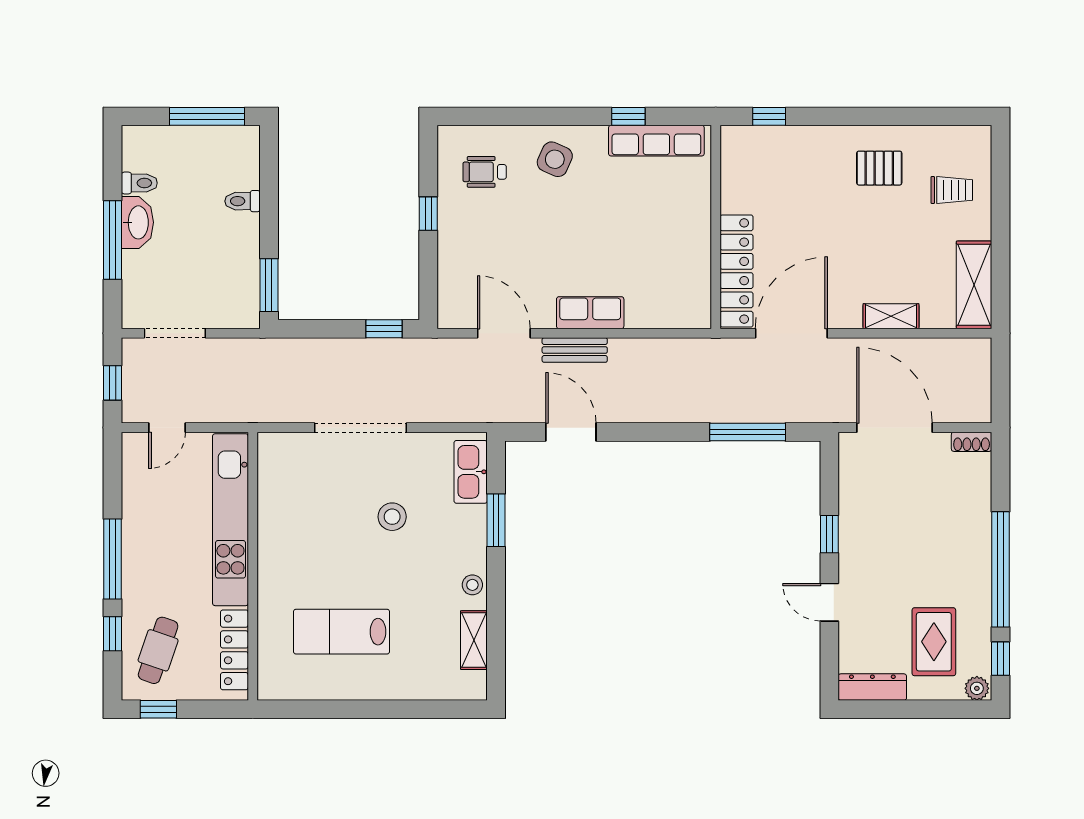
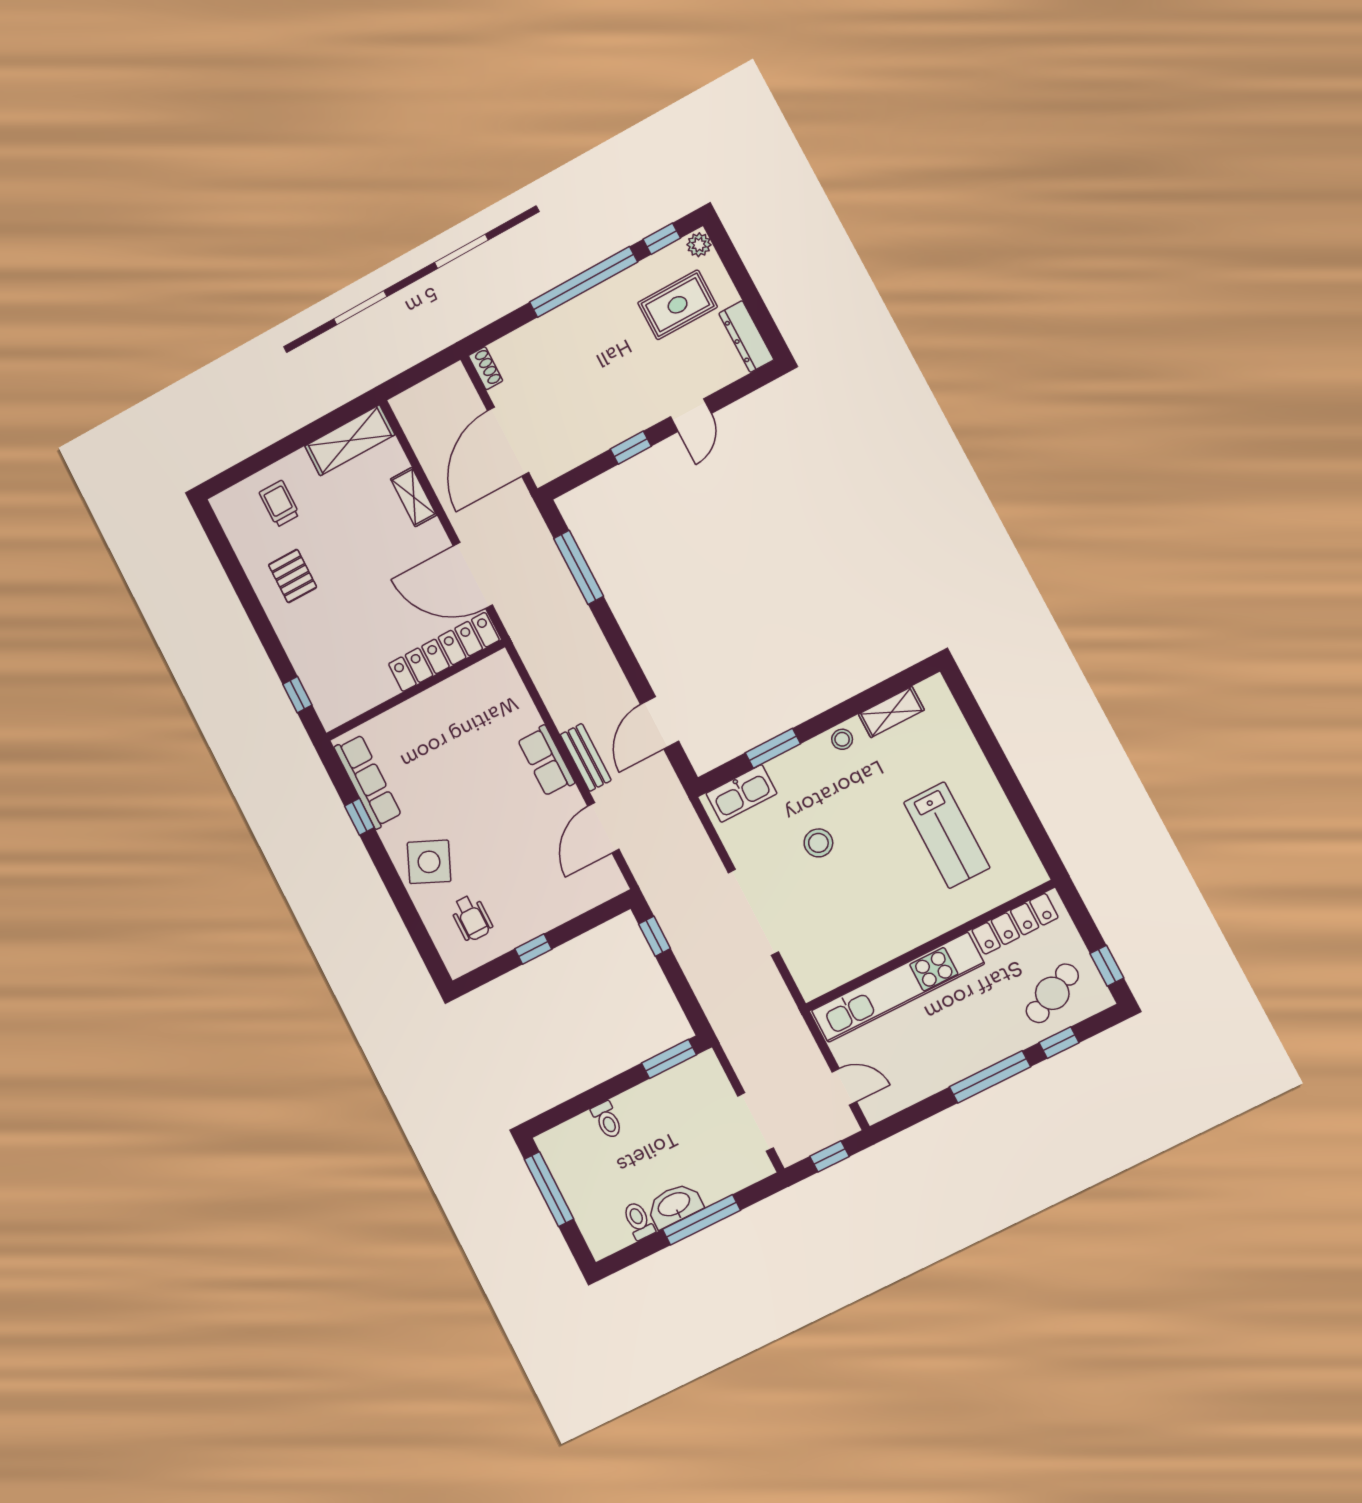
side table: (555, 159) -> (429, 862), width x1.37, depth x1.37
cafe table: (158, 650) -> (1052, 993), turned -44

